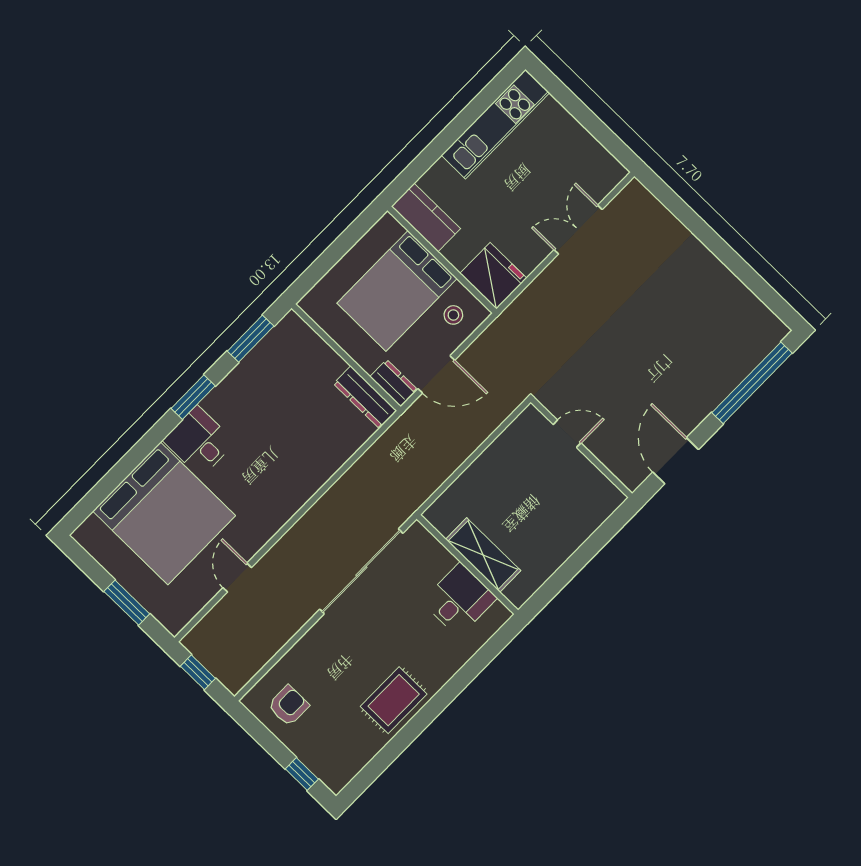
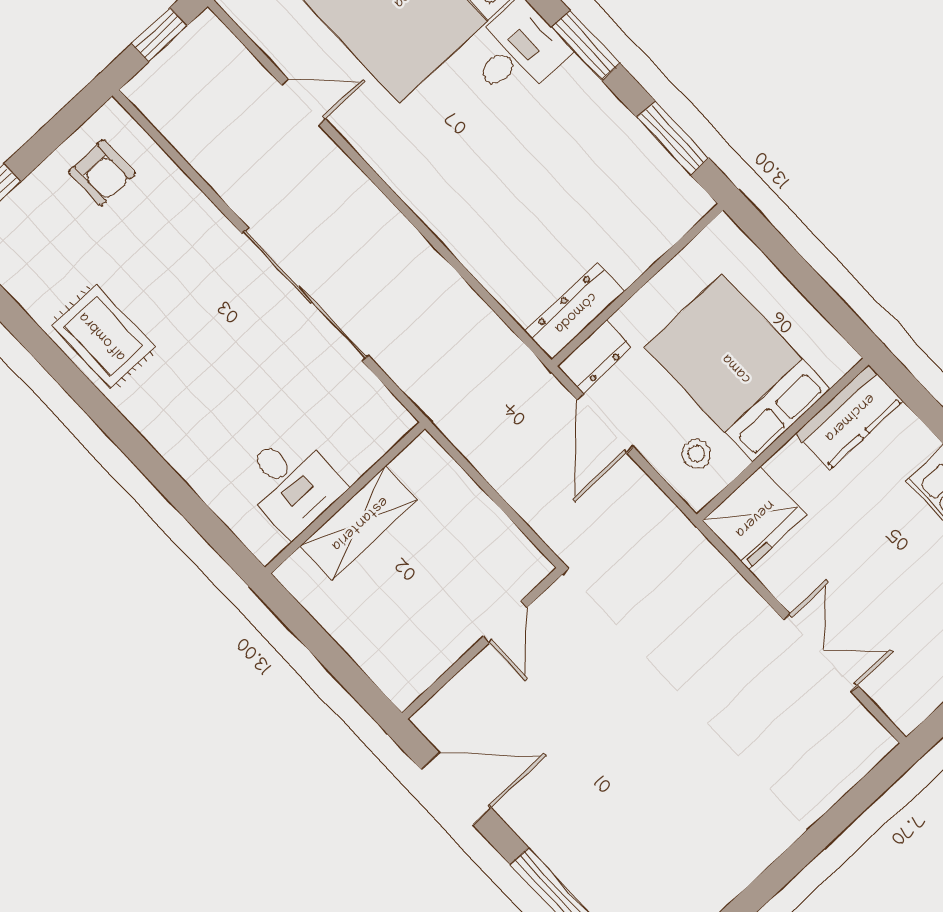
shelving: (483, 555) -> (359, 523), moved
wall: (467, 564) -> (345, 498), moved
desk: (459, 600) -> (291, 483), moved

